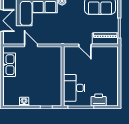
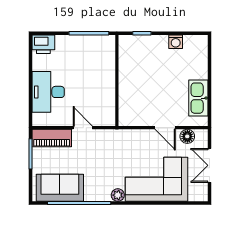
floor lamp: (16, 40) -> (187, 136), added
desk: (74, 88) -> (48, 92), moved, turned 180
printer: (99, 100) -> (43, 44), moved

